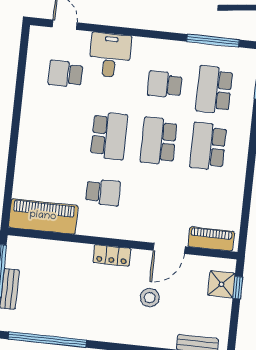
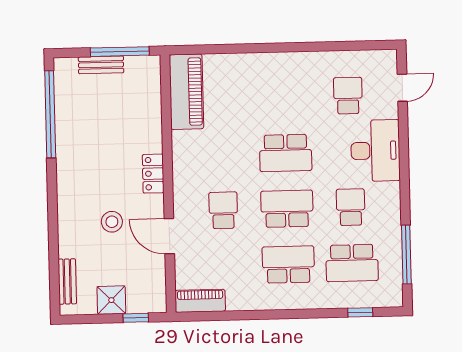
desk: (110, 55) -> (375, 151), width x1.37
school desk: (214, 90) -> (352, 263), turned 180
school desk: (103, 192) -> (223, 210), moved, turned 180
piano: (211, 239) -> (200, 301), moved, turned -90
shower: (221, 284) -> (111, 300), moved

